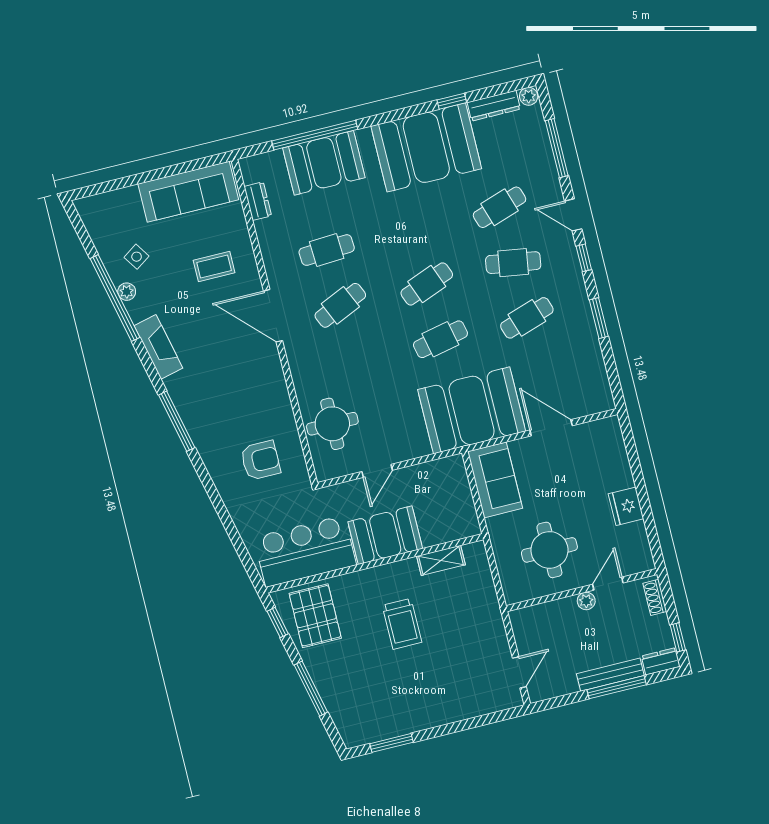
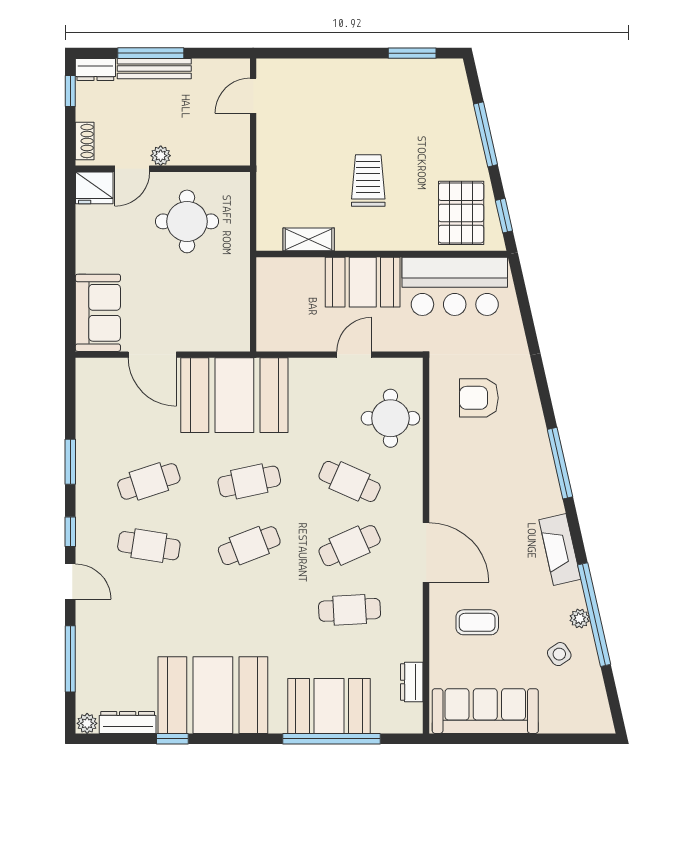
cafe table: (499, 207) -> (350, 481), moved, turned 42
sofa: (495, 480) -> (98, 313), moved, turned 180
fridge: (626, 506) -> (94, 188), moved, turned 90

